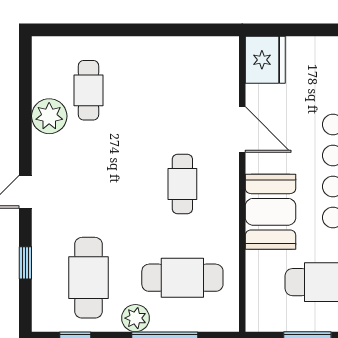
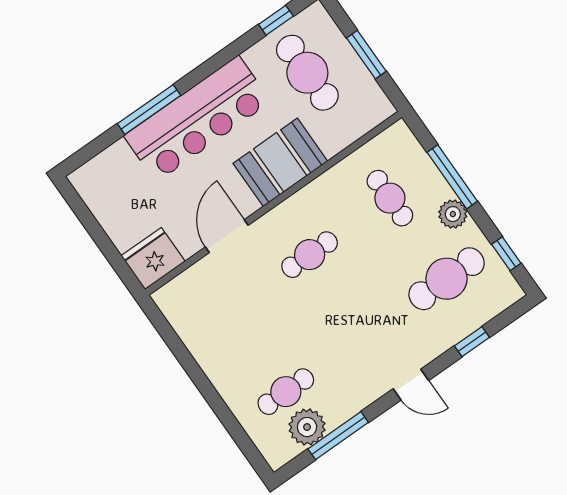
window: (25, 107) -> (338, 436), added
plant: (49, 116) -> (307, 427), moved
cafe table: (182, 278) -> (390, 198), width x0.73, depth x0.74

